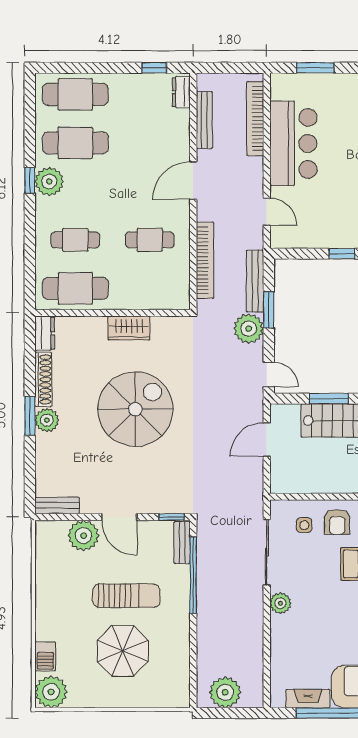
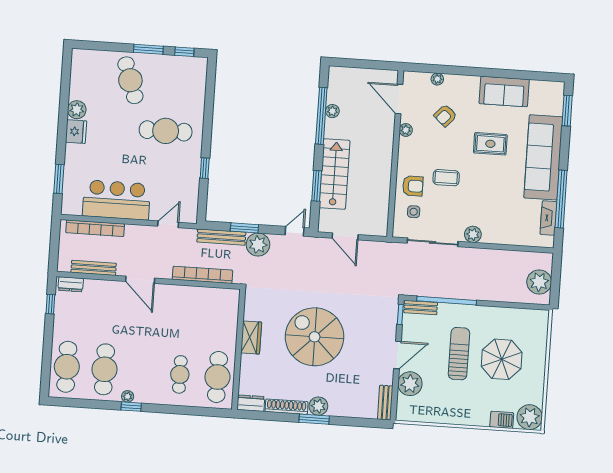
plant: (49, 181) -> (128, 396), width x0.53, depth x0.53
cafe table: (150, 240) -> (184, 317), removed

